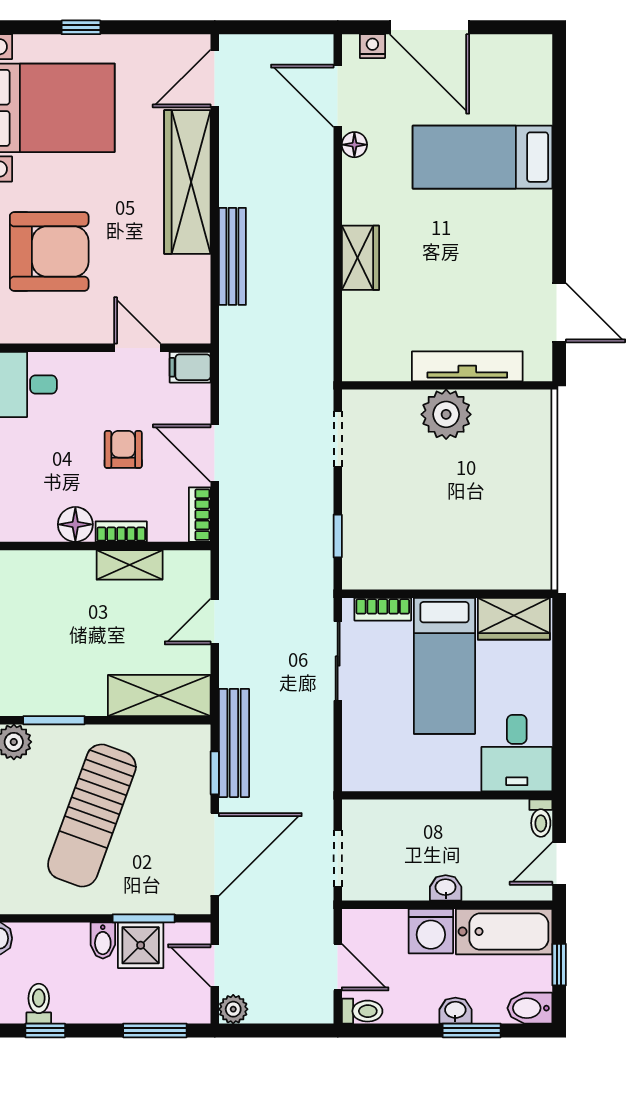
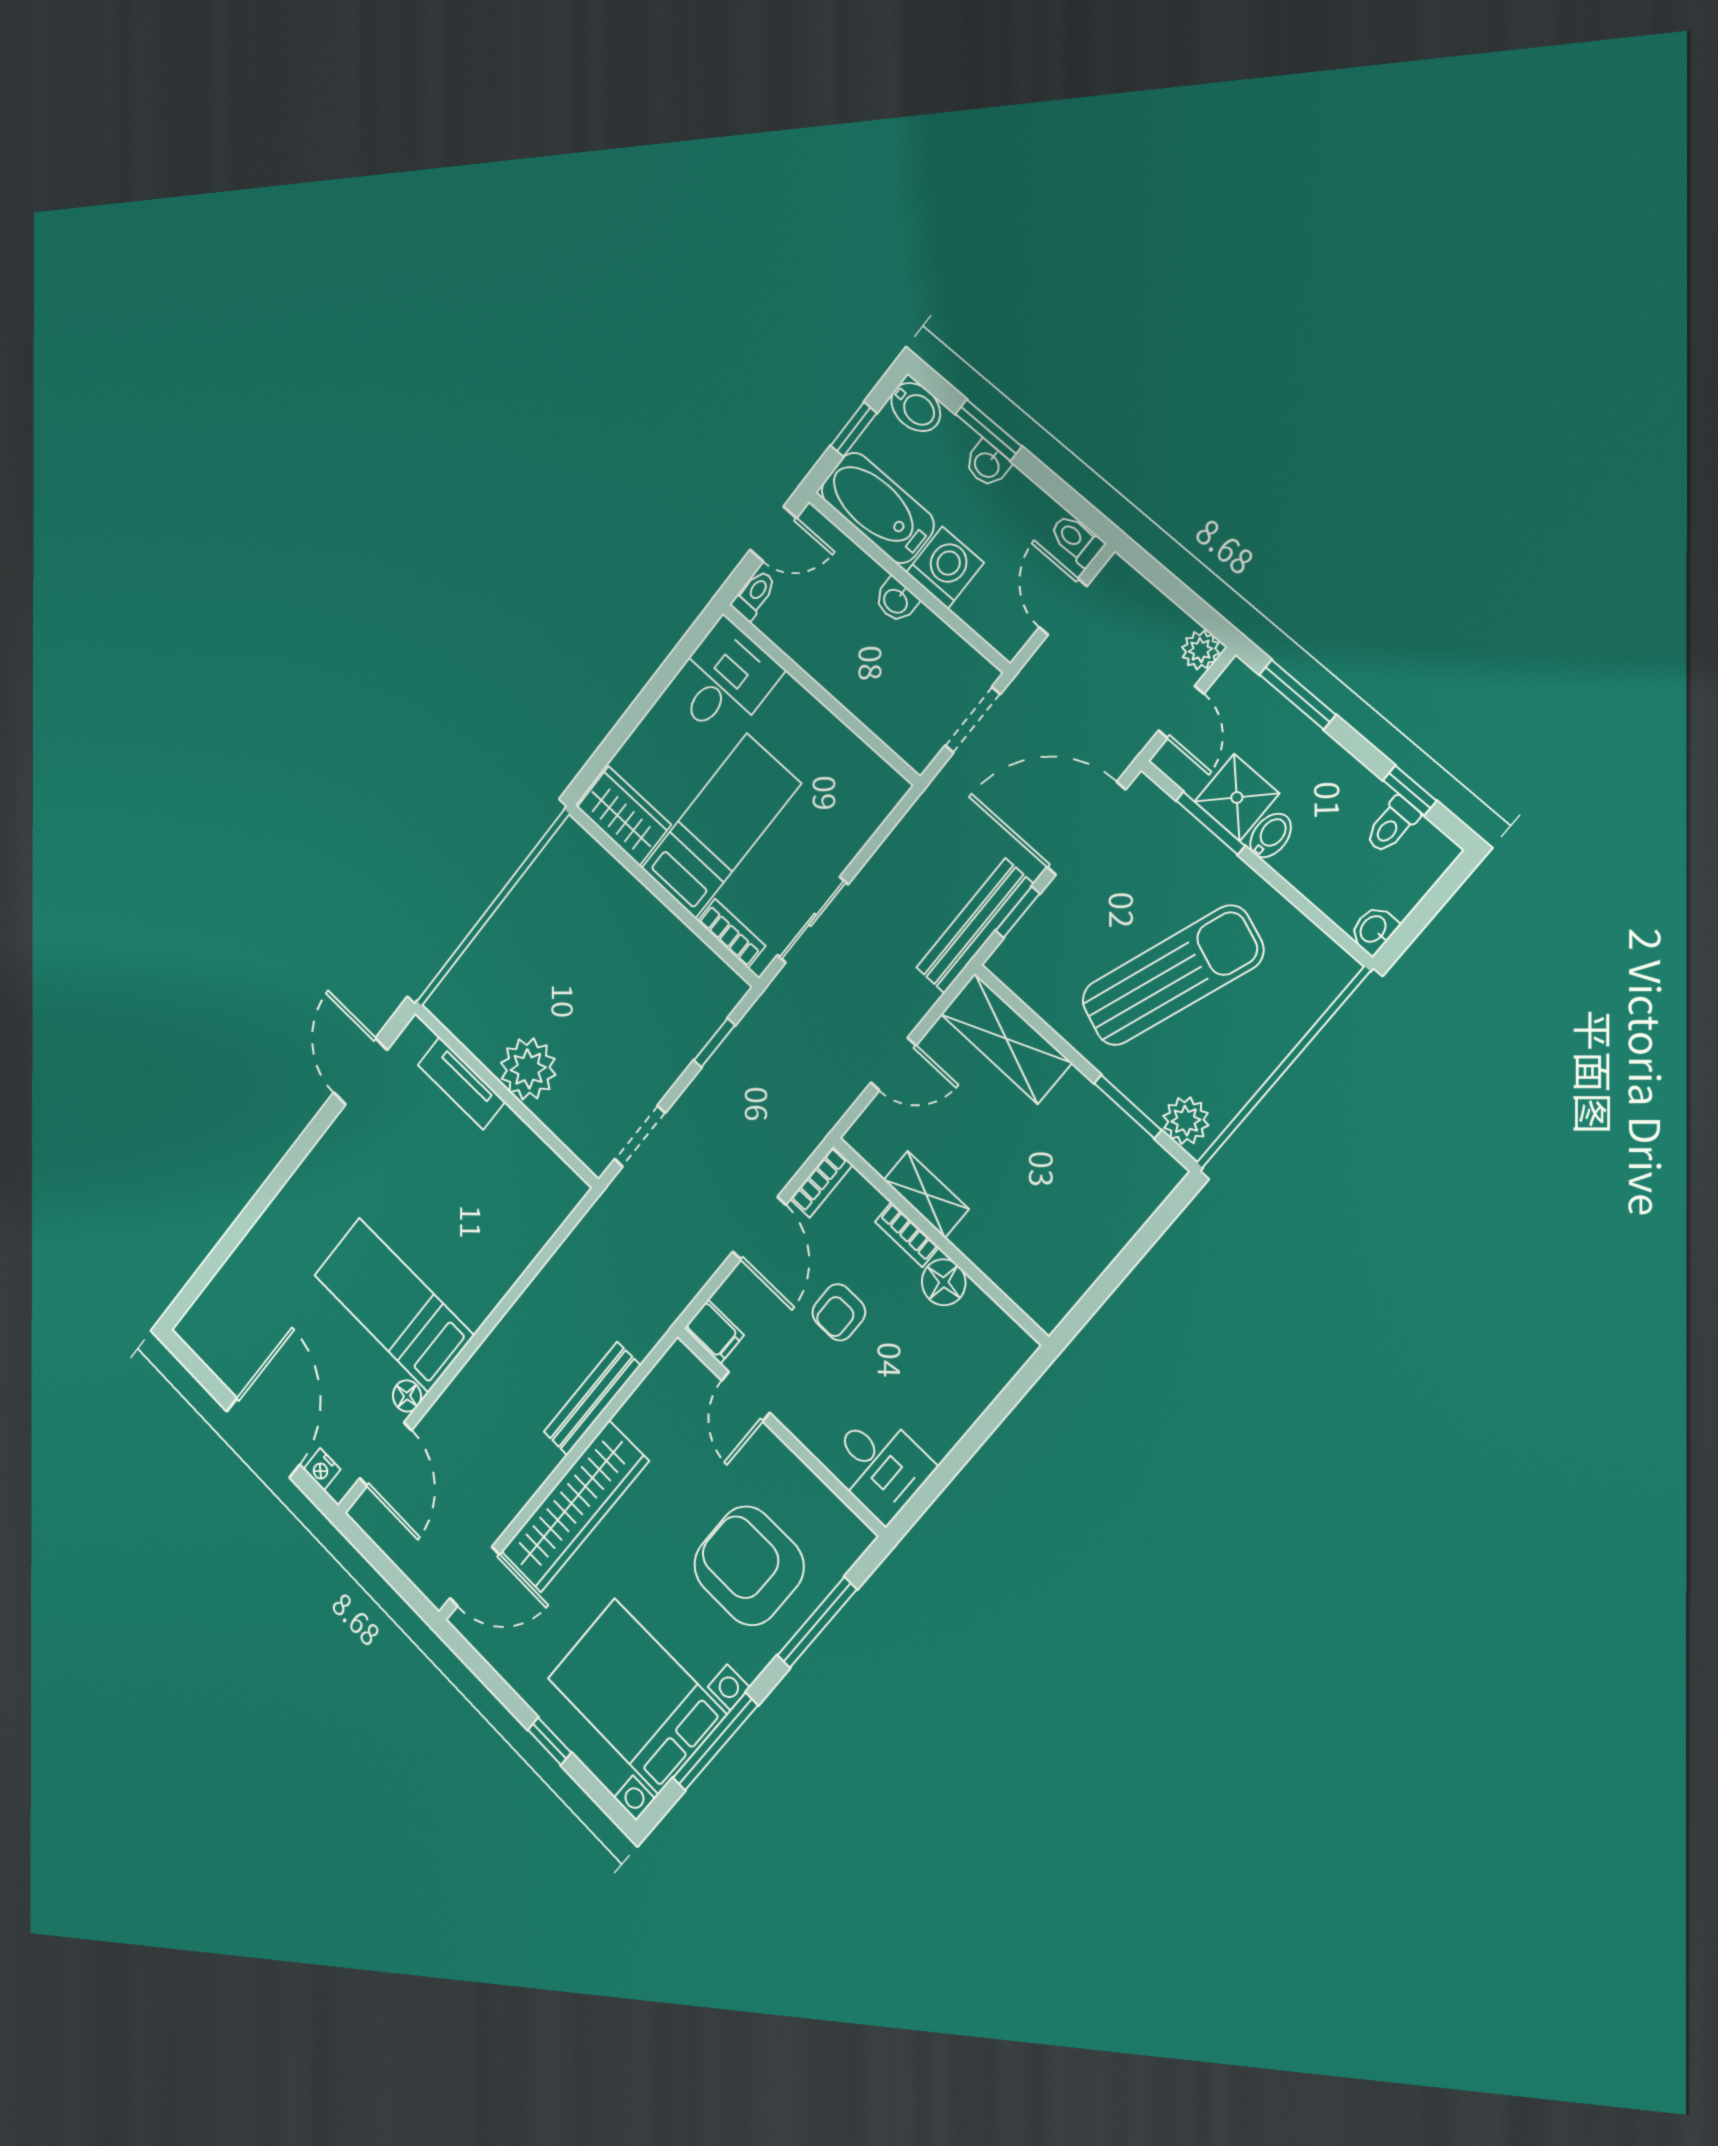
bed: (482, 157) -> (394, 1305), moved, turned 180
wardrobe: (360, 258) -> (485, 1287), removed
tv unit: (467, 366) -> (461, 1083), width x0.71

